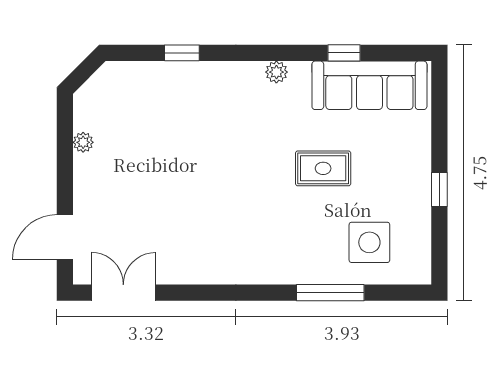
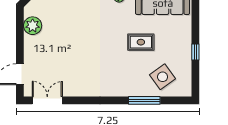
plant: (83, 142) -> (33, 26), width x1.88, depth x1.88
side table: (369, 242) -> (163, 77), turned -36

